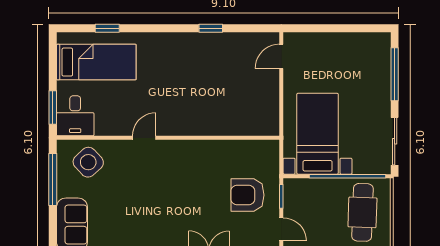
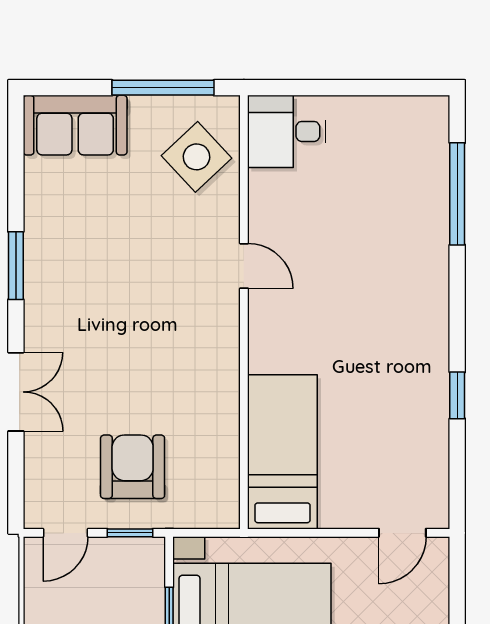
window: (107, 28) -> (457, 194), width x2.17
door: (281, 56) -> (402, 533), swing flipped
bed: (96, 62) -> (282, 452), moved, turned 180
window: (53, 108) -> (303, 88), removed

